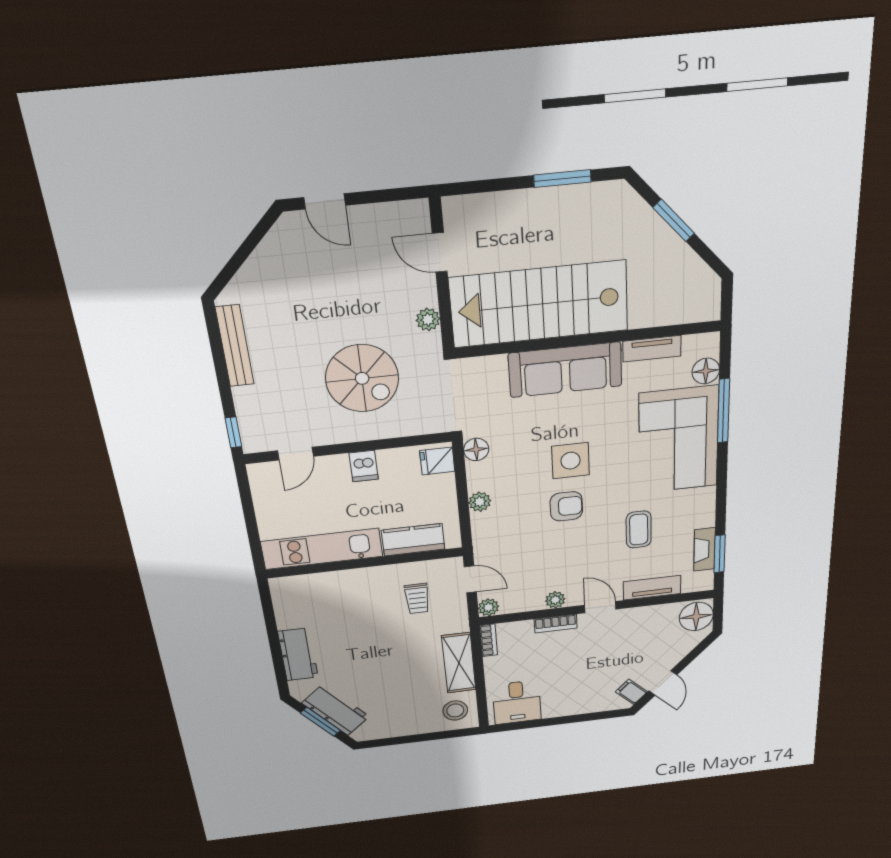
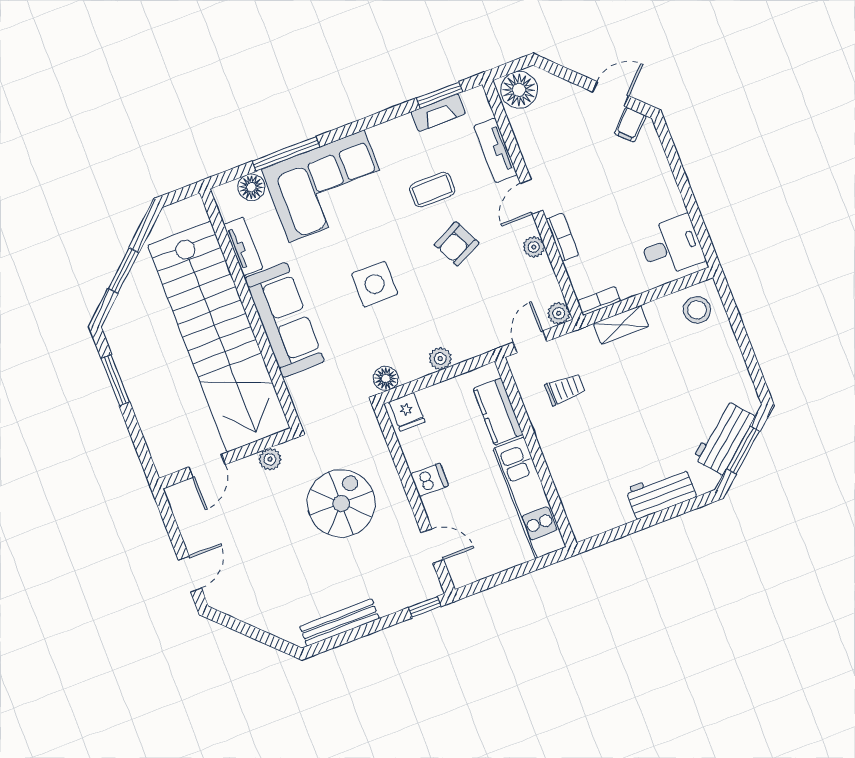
stairs: (539, 304) -> (219, 337), width x1.36
armchair: (566, 506) -> (457, 244), moved, turned -116
shelving: (459, 663) -> (621, 325), width x0.67, depth x0.75

